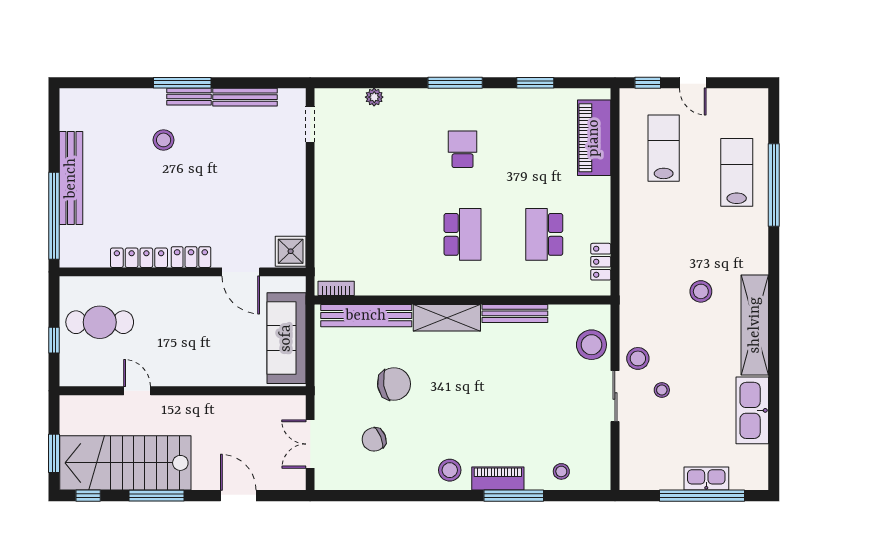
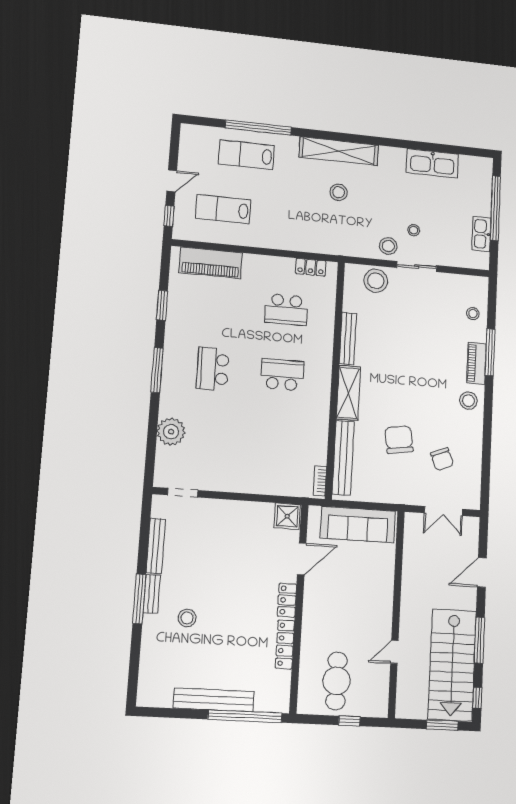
plant: (374, 97) -> (171, 432), width x1.88, depth x1.88
school desk: (463, 149) -> (213, 369), width x1.85
shelving: (755, 325) -> (339, 151), moved
kitchen sink: (706, 478) -> (481, 234), moved

